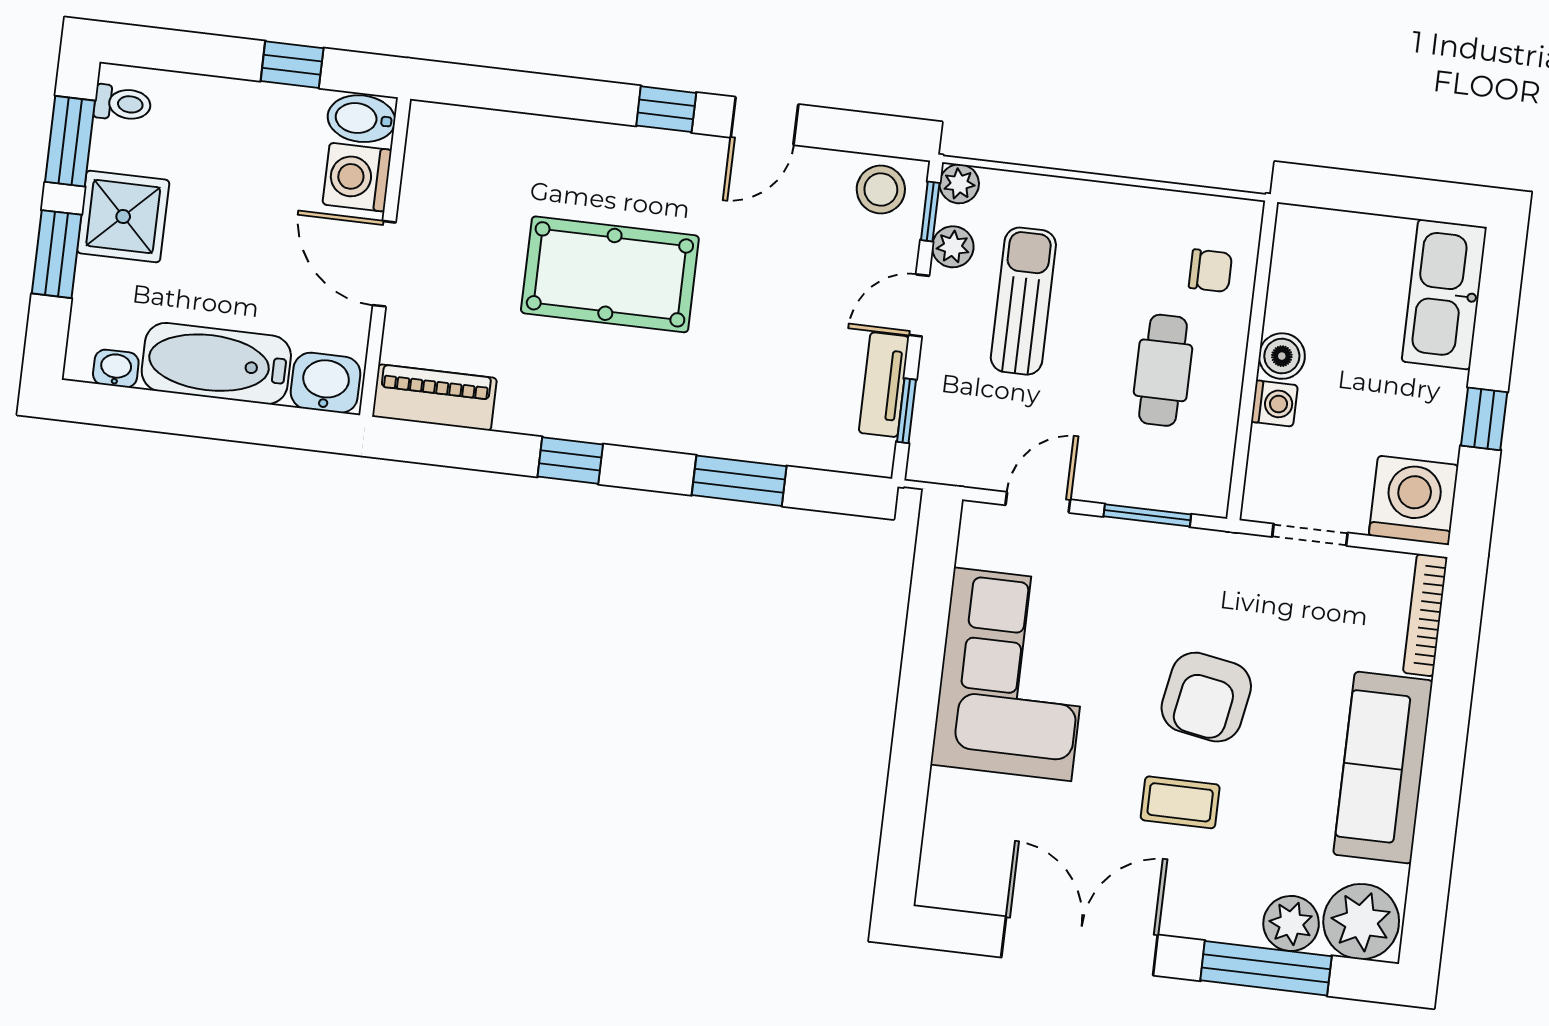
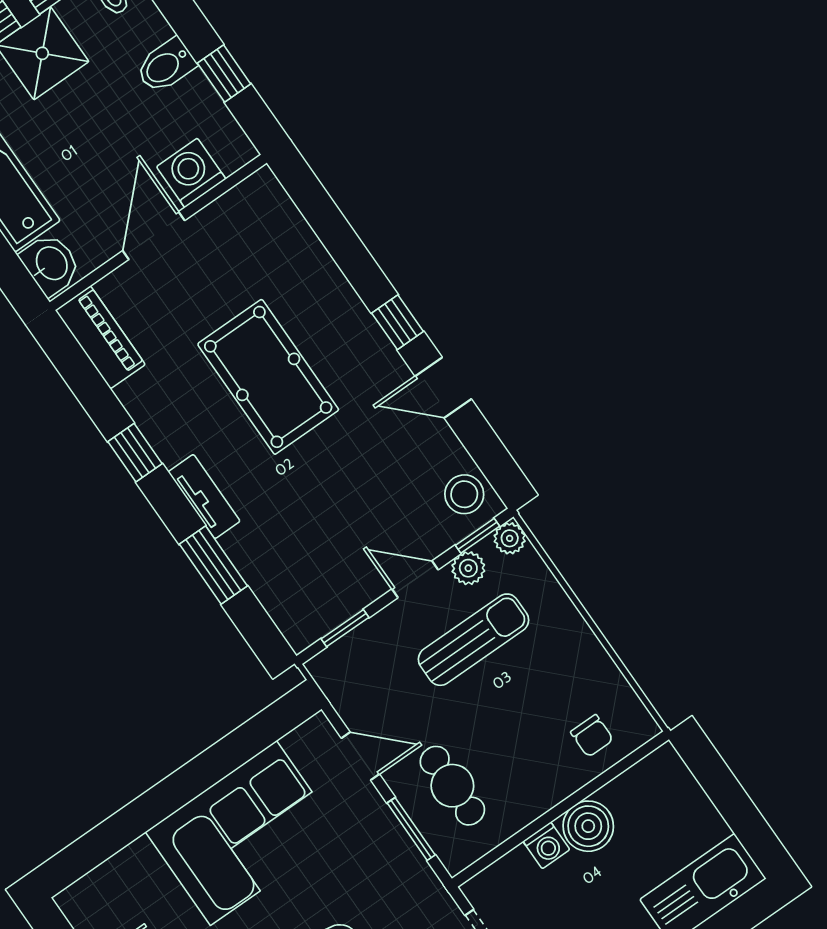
bidet: (361, 119) -> (166, 66), moved, turned -90
boiler: (1282, 356) -> (588, 826), width x1.36, depth x1.36
cafe table: (1163, 370) -> (452, 786), moved, turned 90
tv unit: (884, 385) -> (204, 496), moved, turned 90

